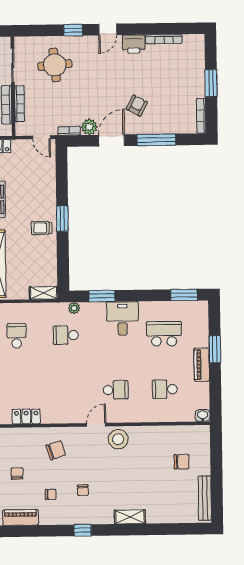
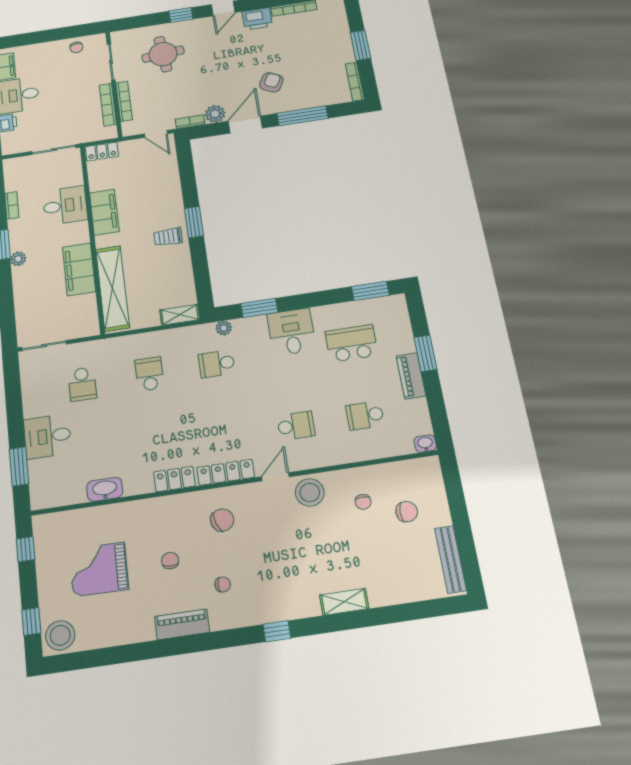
locker: (62, 417) -> (226, 472), added
chair: (83, 490) -> (363, 502), moved

